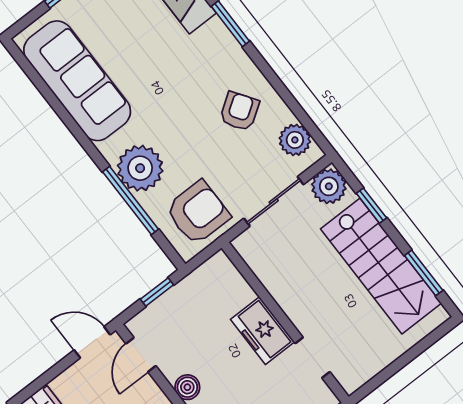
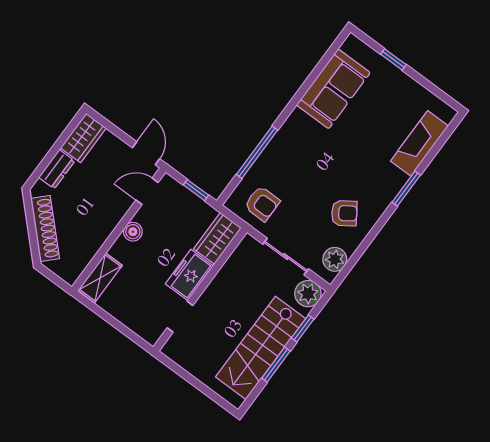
sofa: (77, 81) -> (333, 89), width x0.73
plant: (140, 168) -> (283, 153), removed
armchair: (198, 213) -> (262, 204), width x0.72, depth x0.72
window: (424, 273) -> (276, 365), moved
wardrobe: (226, 282) -> (217, 238), added

